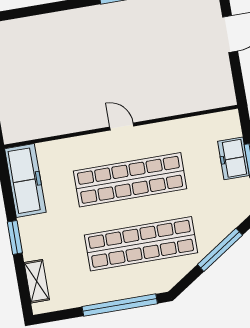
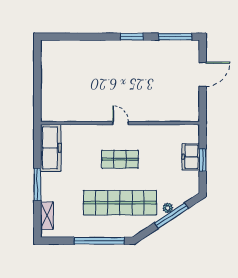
shop shelf: (130, 180) -> (120, 159), width x0.50, depth x0.74
window: (15, 237) -> (37, 184), width x1.44
plant: (213, 240) -> (168, 208), added

